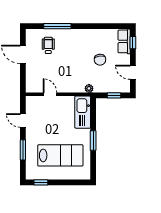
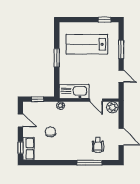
plant: (32, 87) -> (112, 107), added
kitchen sink: (83, 112) -> (74, 92), moved, turned -90

